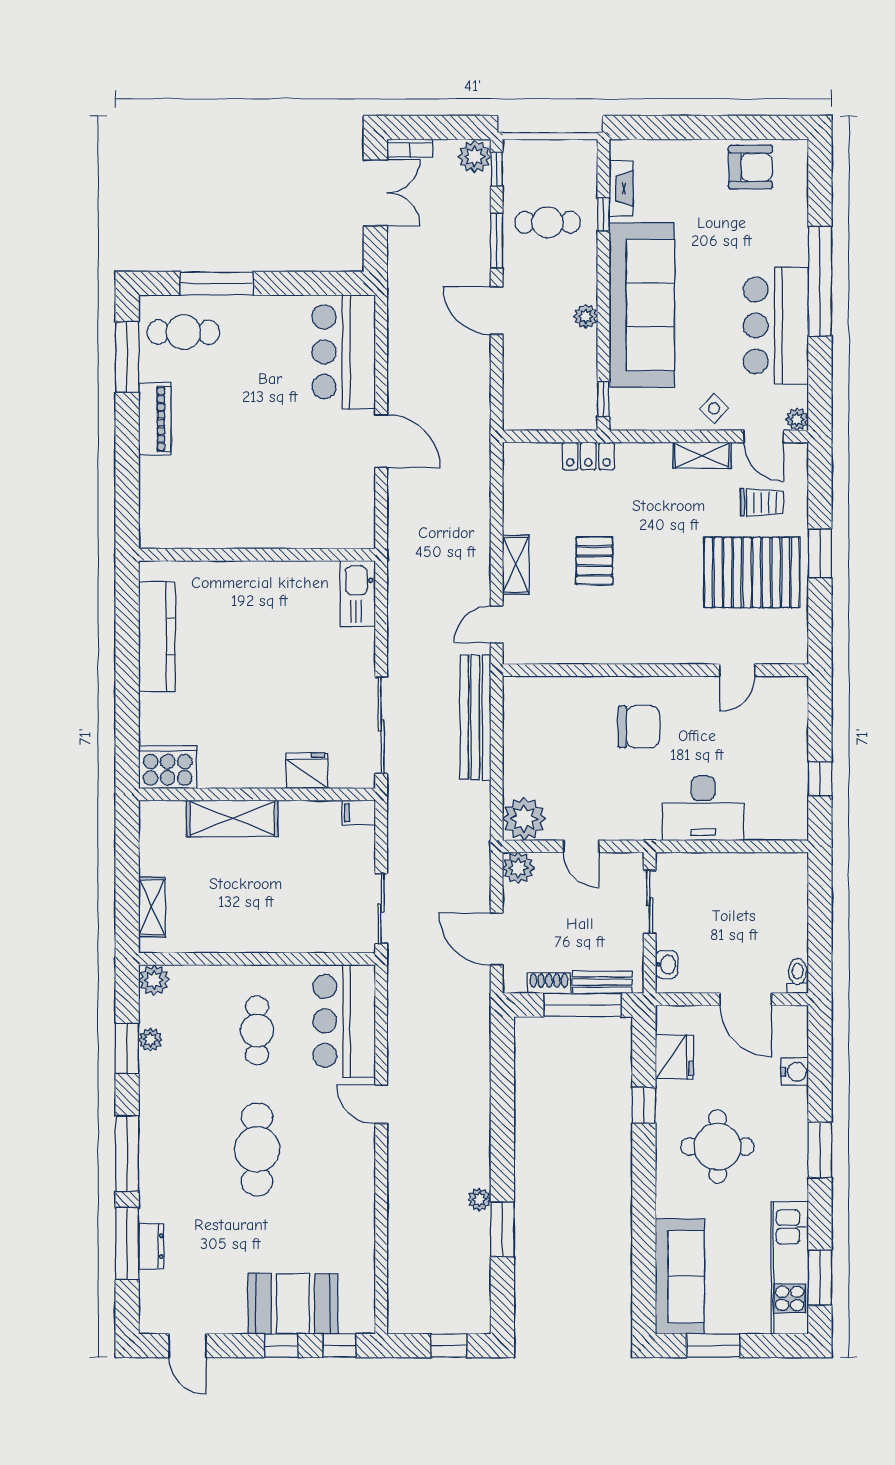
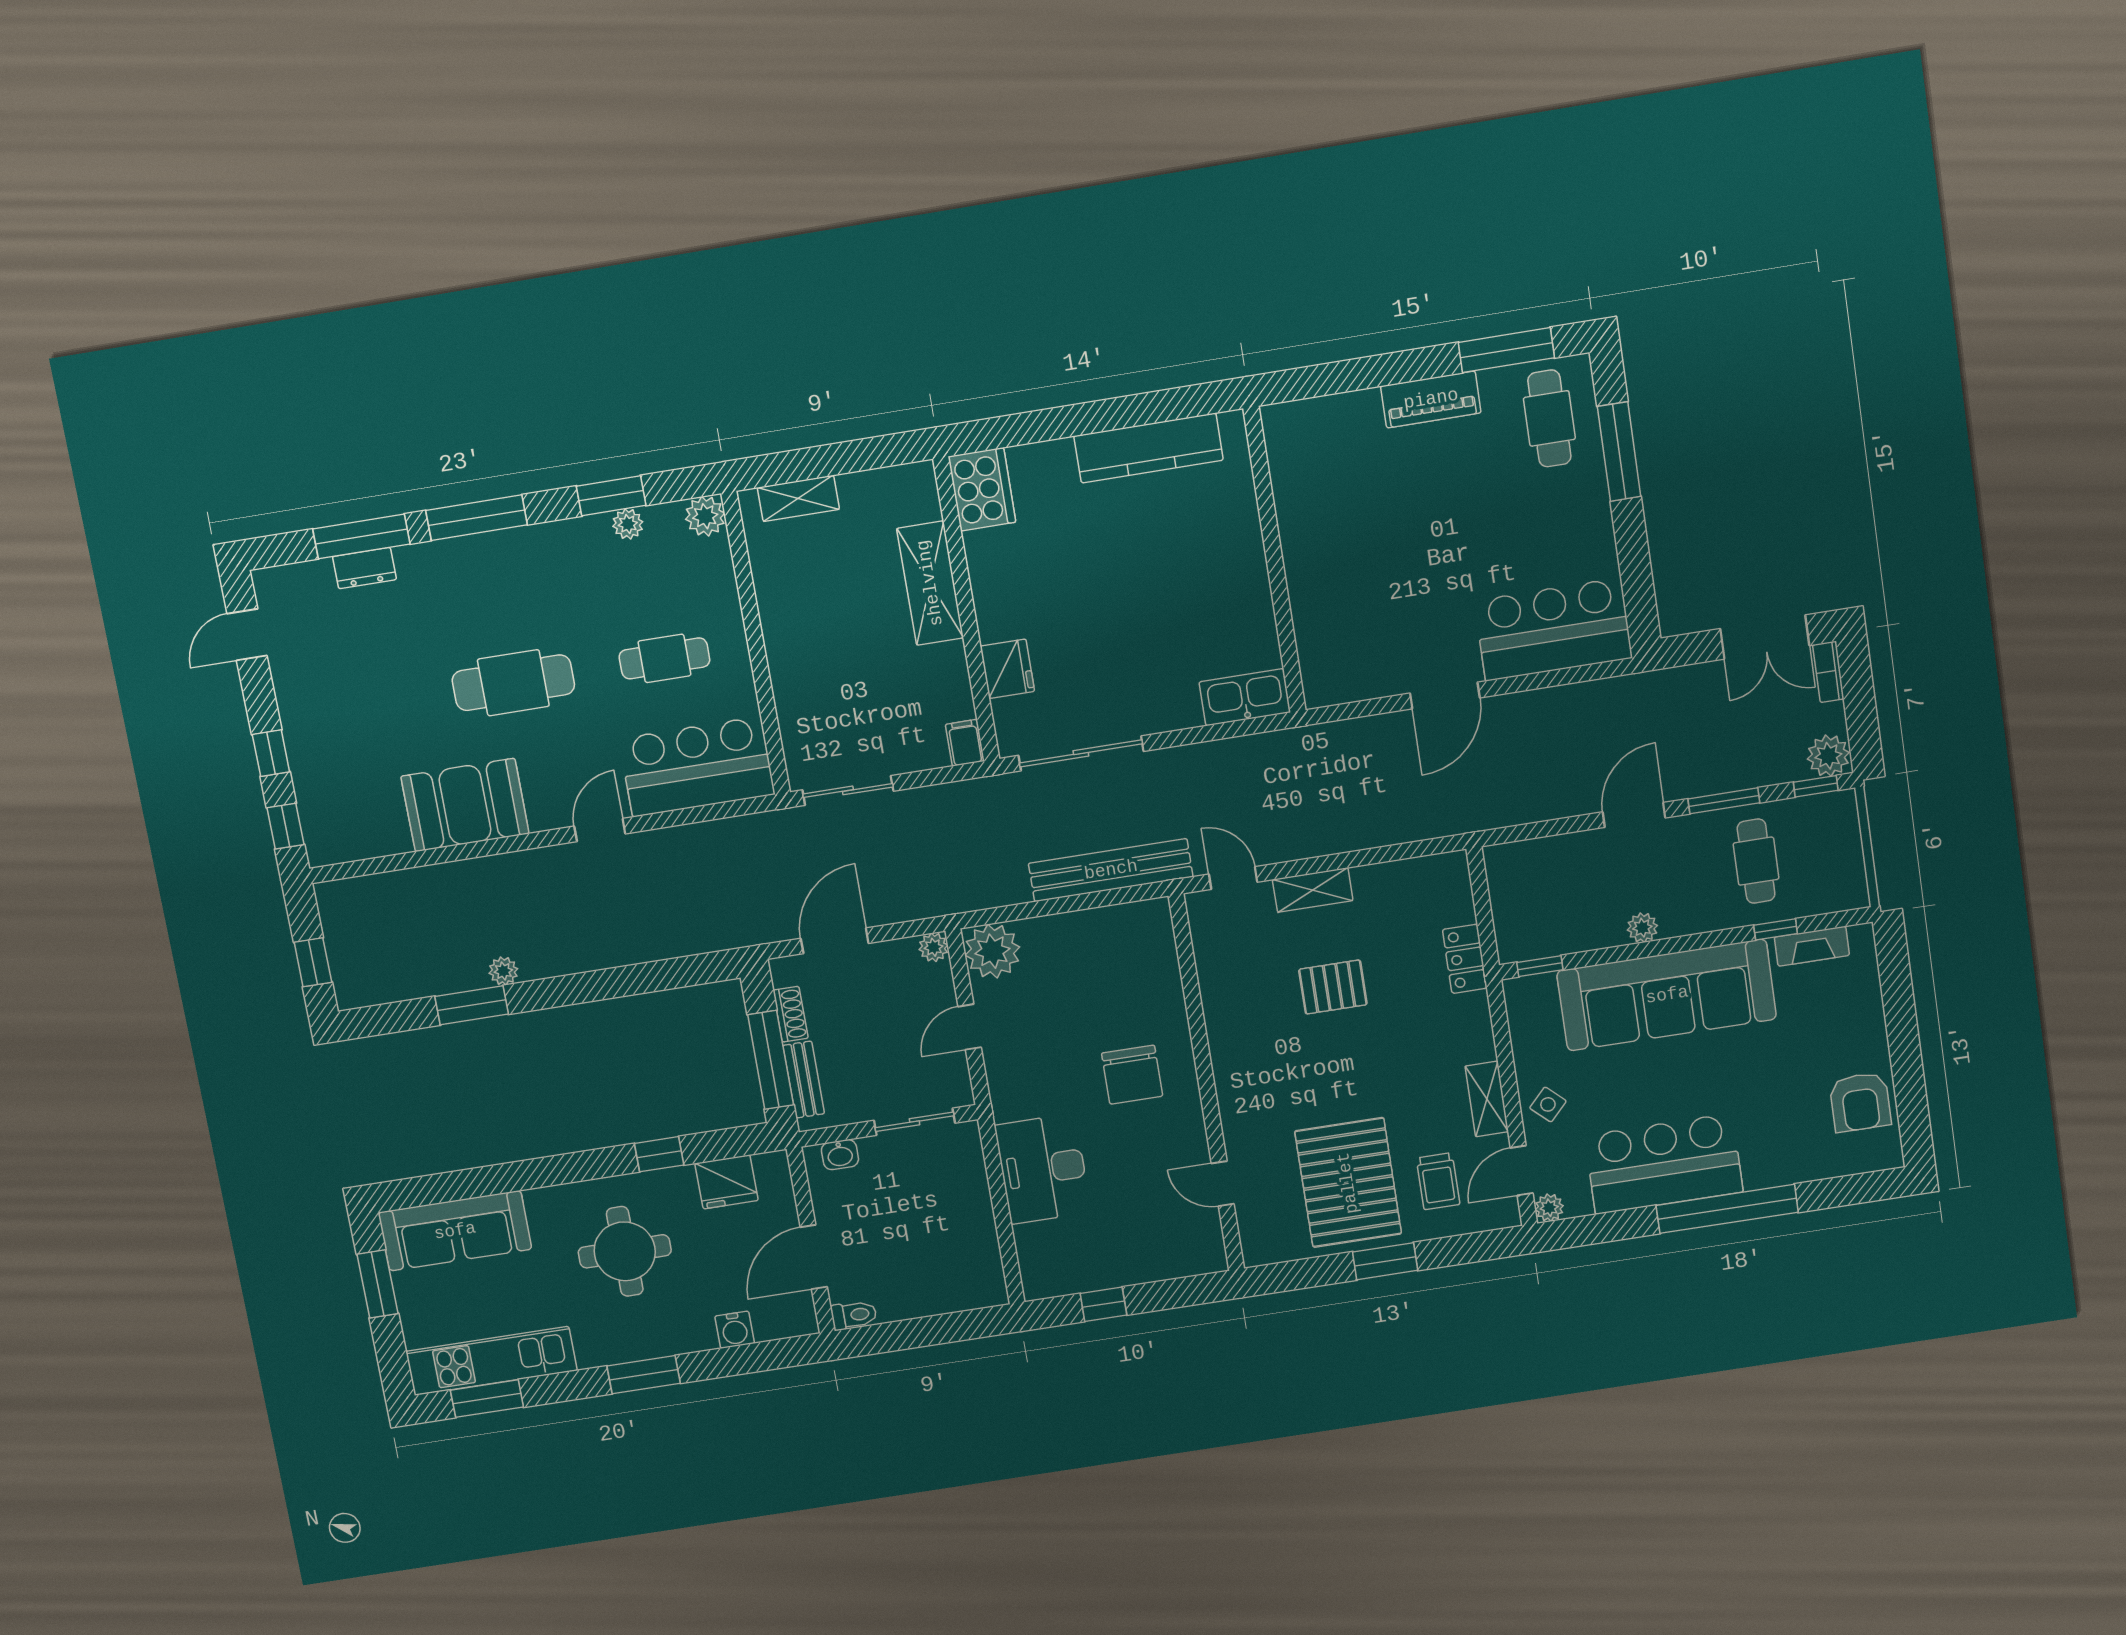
plant: (518, 868) -> (934, 947), width x0.73, depth x0.73
booth: (293, 1304) -> (465, 805), moved, turned 90

